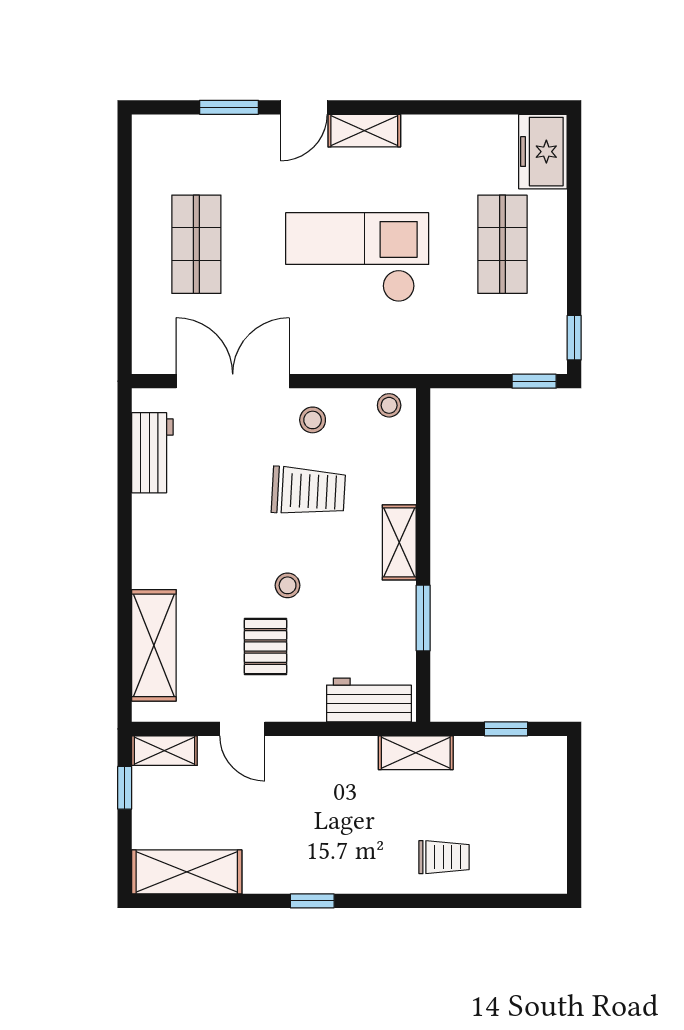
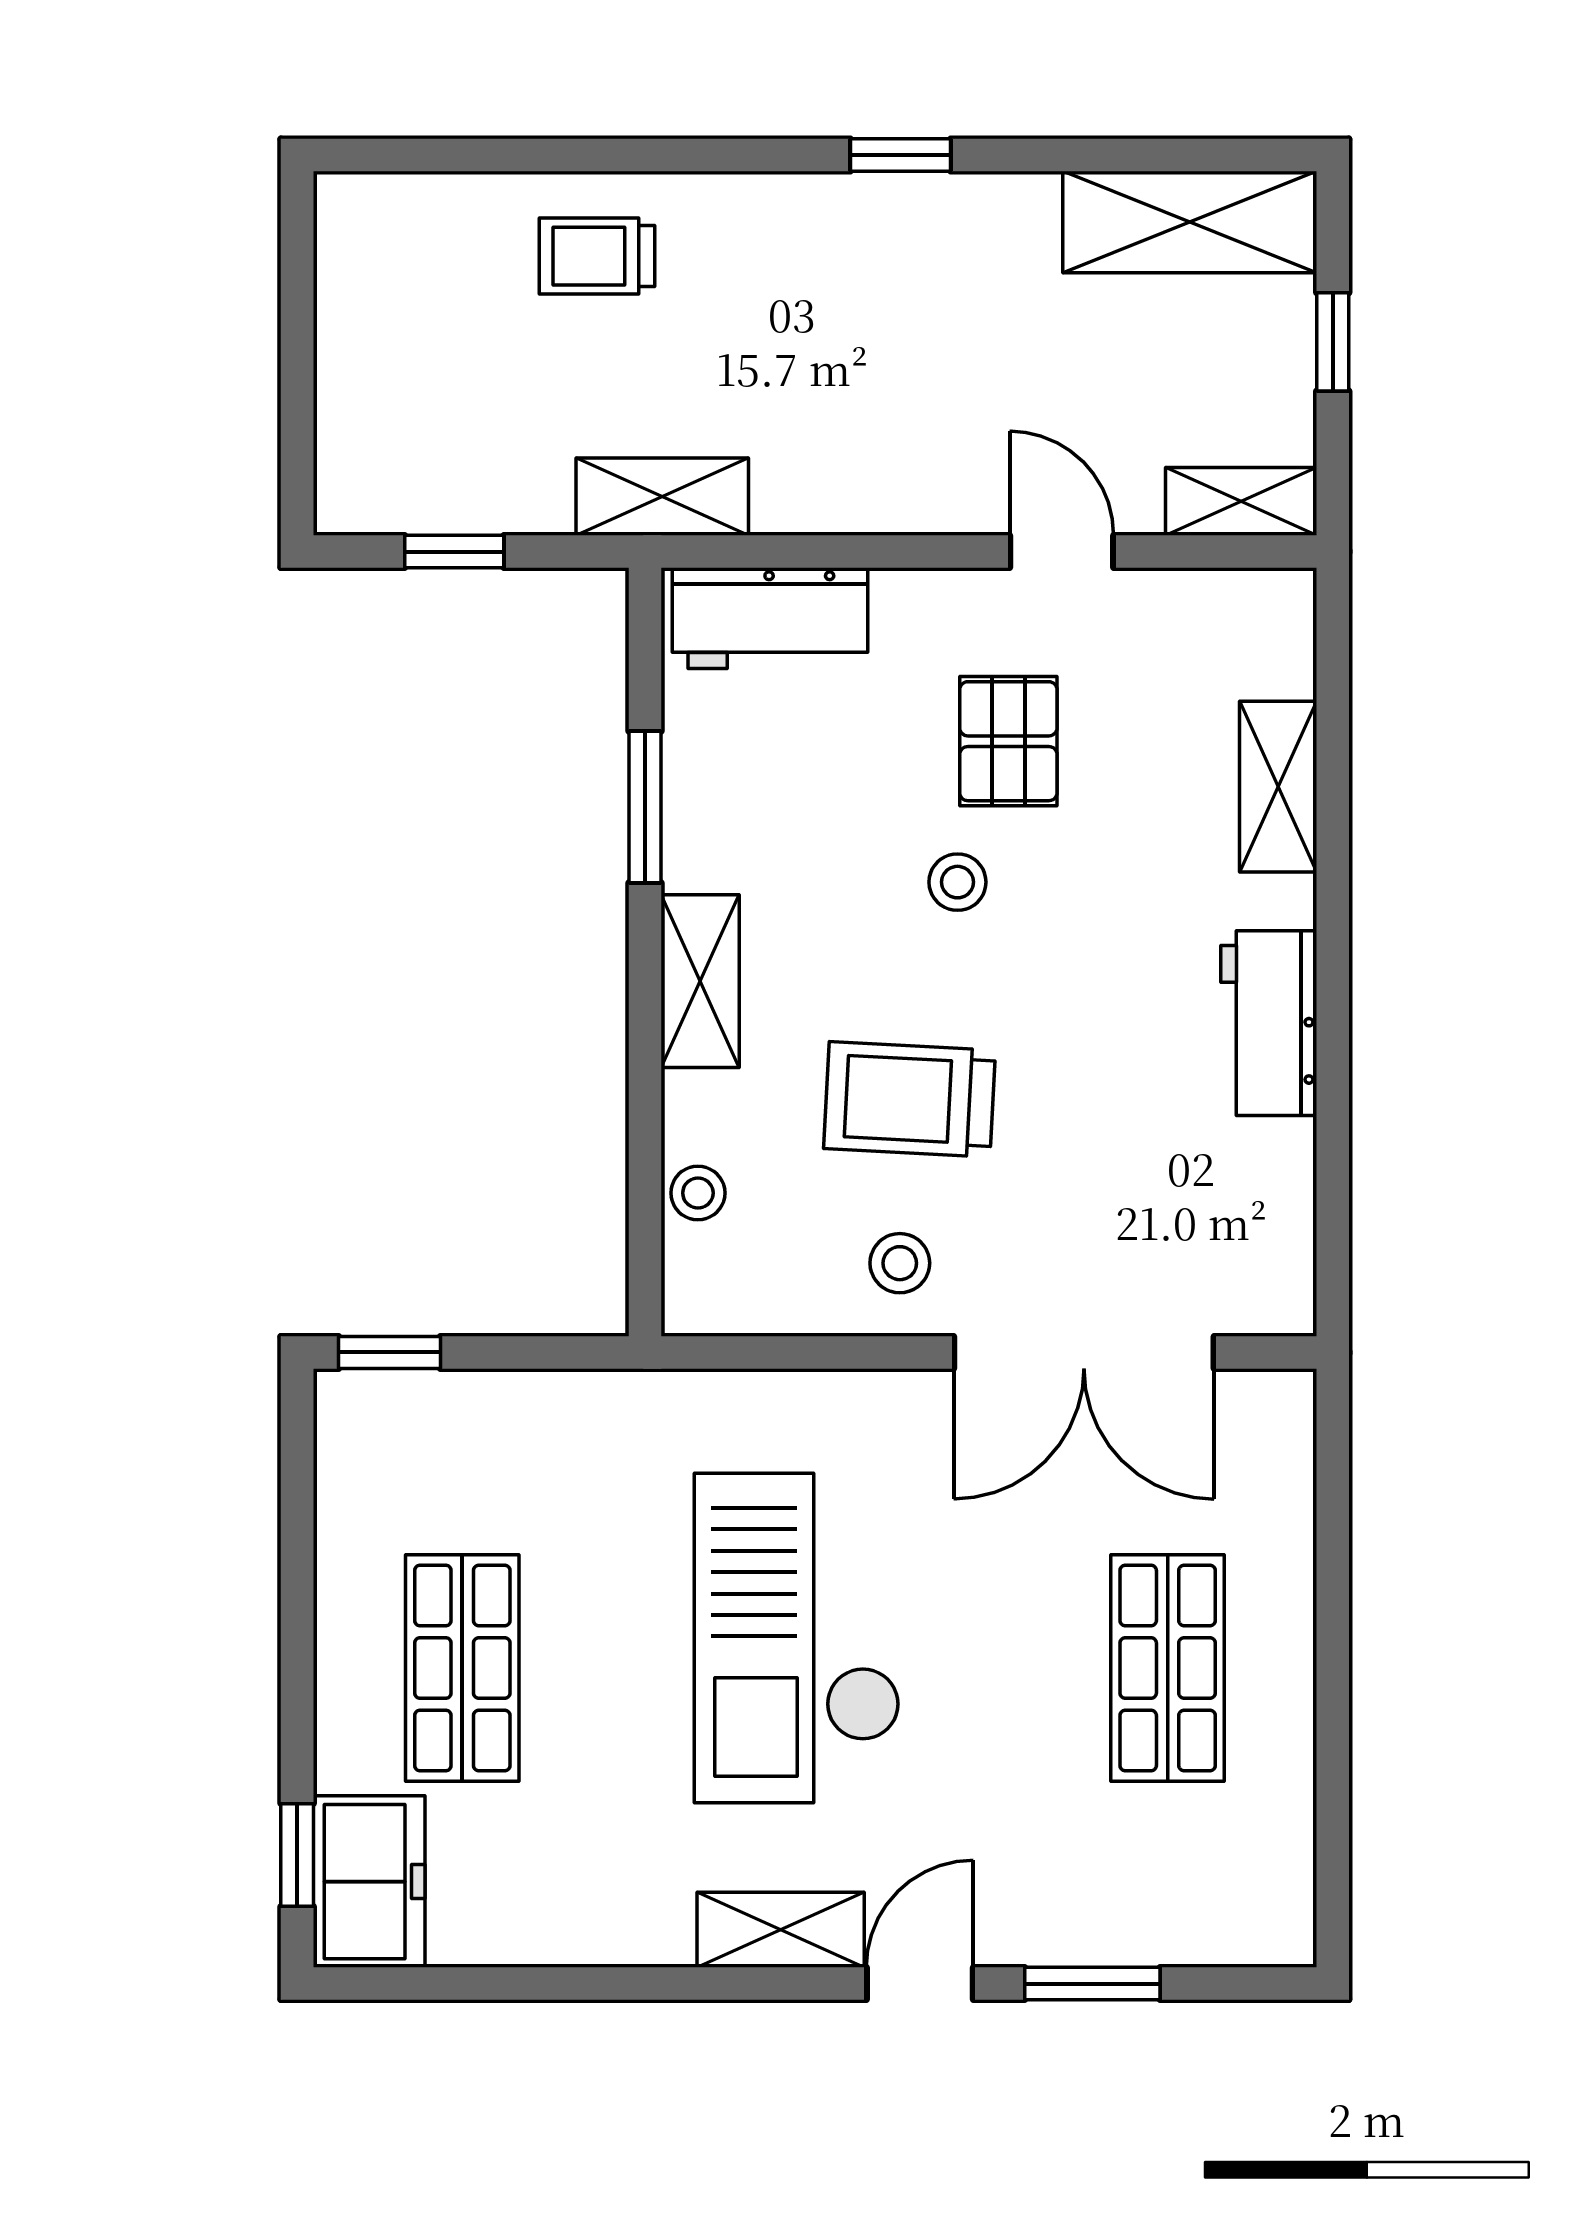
checkout: (357, 257) -> (797, 1638), turned 90
window: (574, 338) -> (297, 1855), moved
stool: (389, 405) -> (698, 1193), moved
workbench: (152, 453) -> (1269, 1023), moved
shelving: (154, 645) -> (1278, 787), width x0.67, depth x0.75
window: (125, 788) -> (1333, 342), moved

